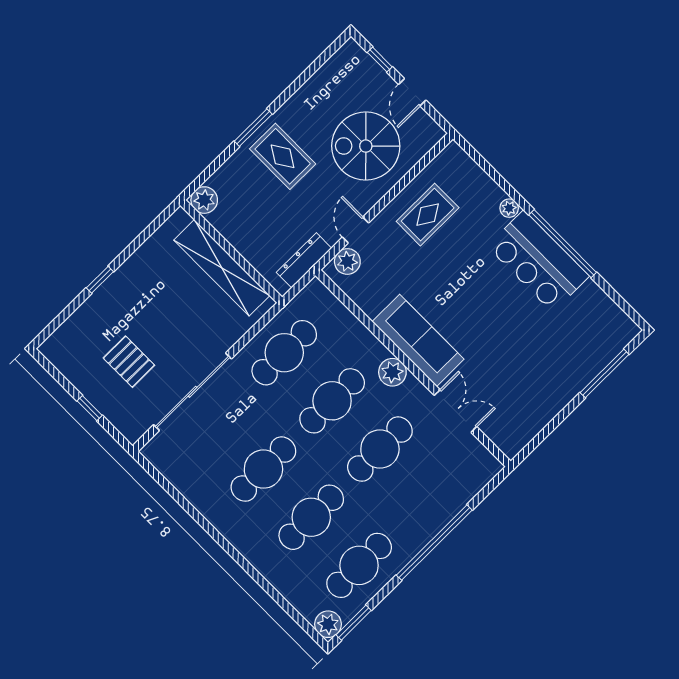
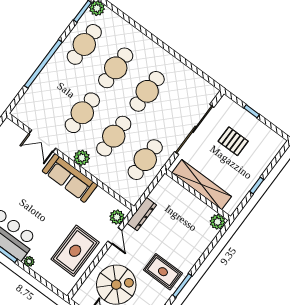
plant: (204, 200) -> (218, 222), moved
rug: (428, 215) -> (75, 251), width x1.36, depth x1.43
wall: (231, 251) -> (198, 195), moved
shelving: (222, 268) -> (202, 185), moved

